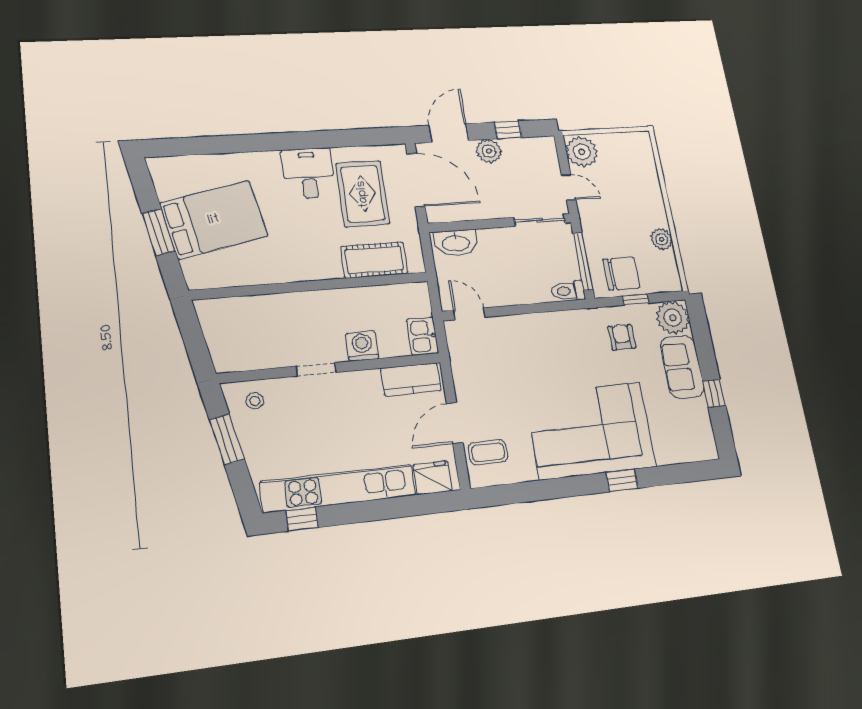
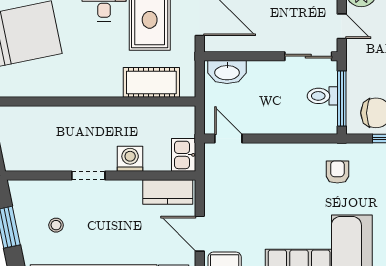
toilet: (568, 291) -> (322, 96), moved
armchair: (622, 337) -> (337, 172), moved
stool: (255, 401) -> (56, 225), moved
door: (455, 423) -> (200, 234), hinge flipped

